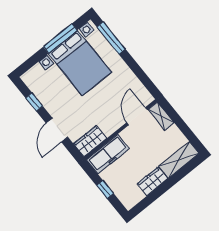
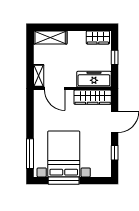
door: (137, 116) -> (55, 89), hinge flipped
wardrobe: (90, 141) -> (93, 97), width x1.50
wardrobe: (152, 181) -> (98, 37), moved

